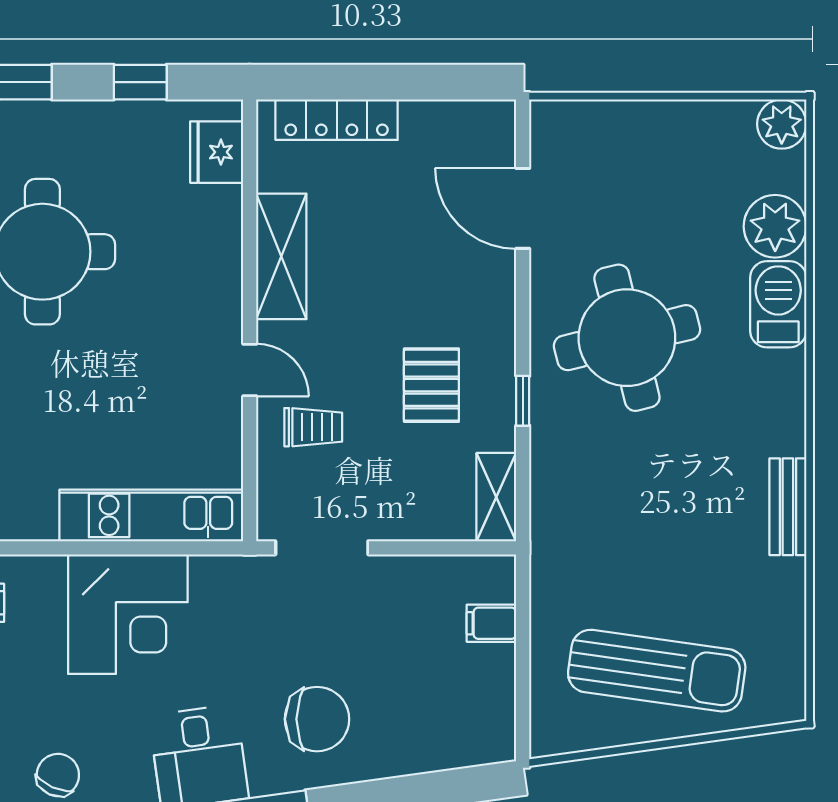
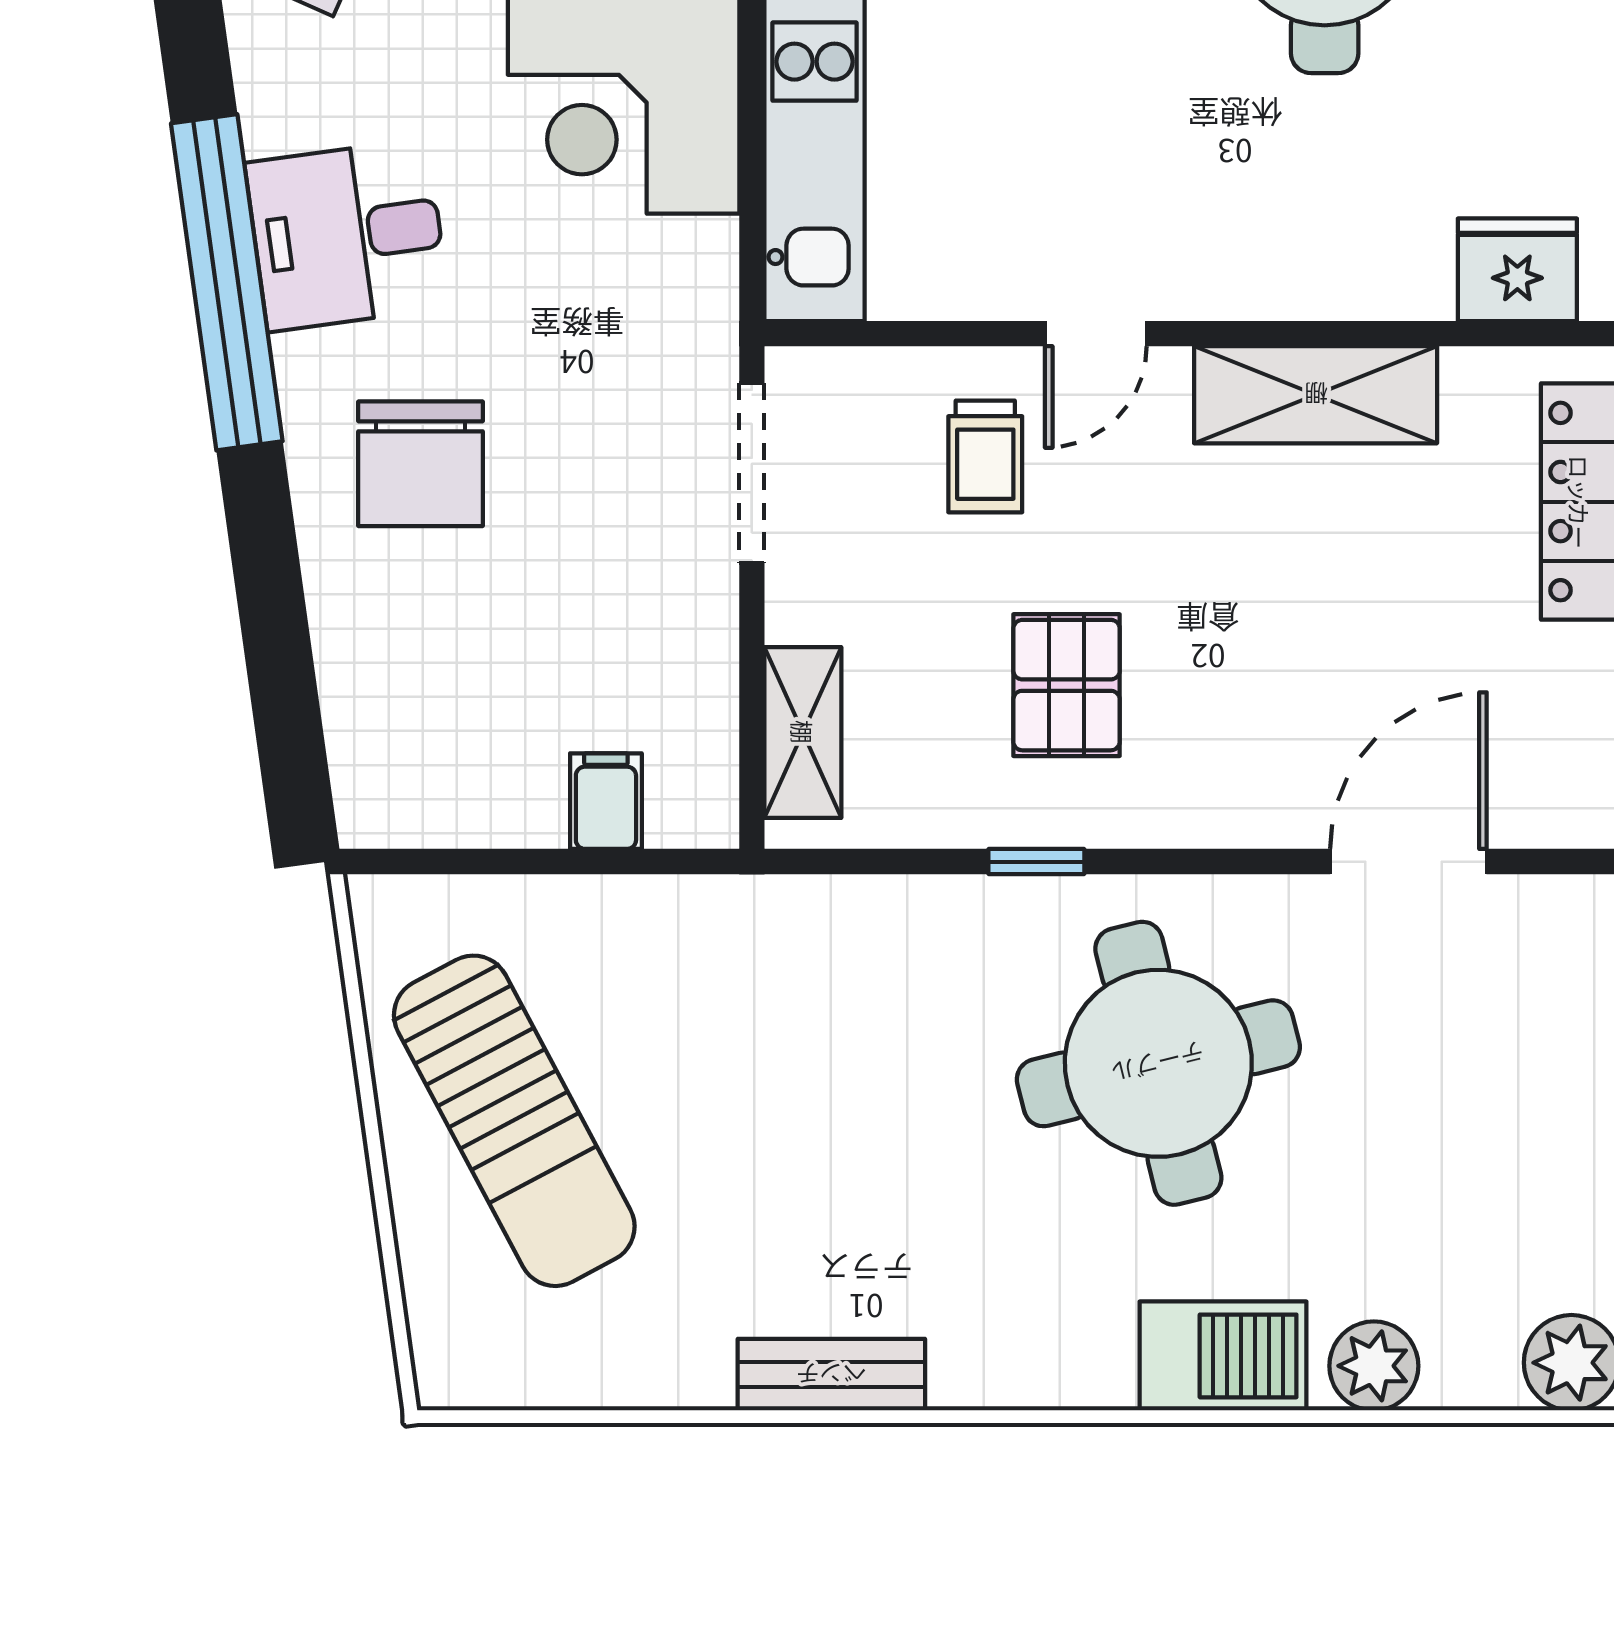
plant: (775, 226) -> (1374, 1366), width x0.73, depth x0.73
pallet: (431, 385) -> (1067, 685), turned 90
shelving: (496, 497) -> (803, 732), moved, turned 90
sun lounger: (657, 671) -> (514, 1121), turned -36

